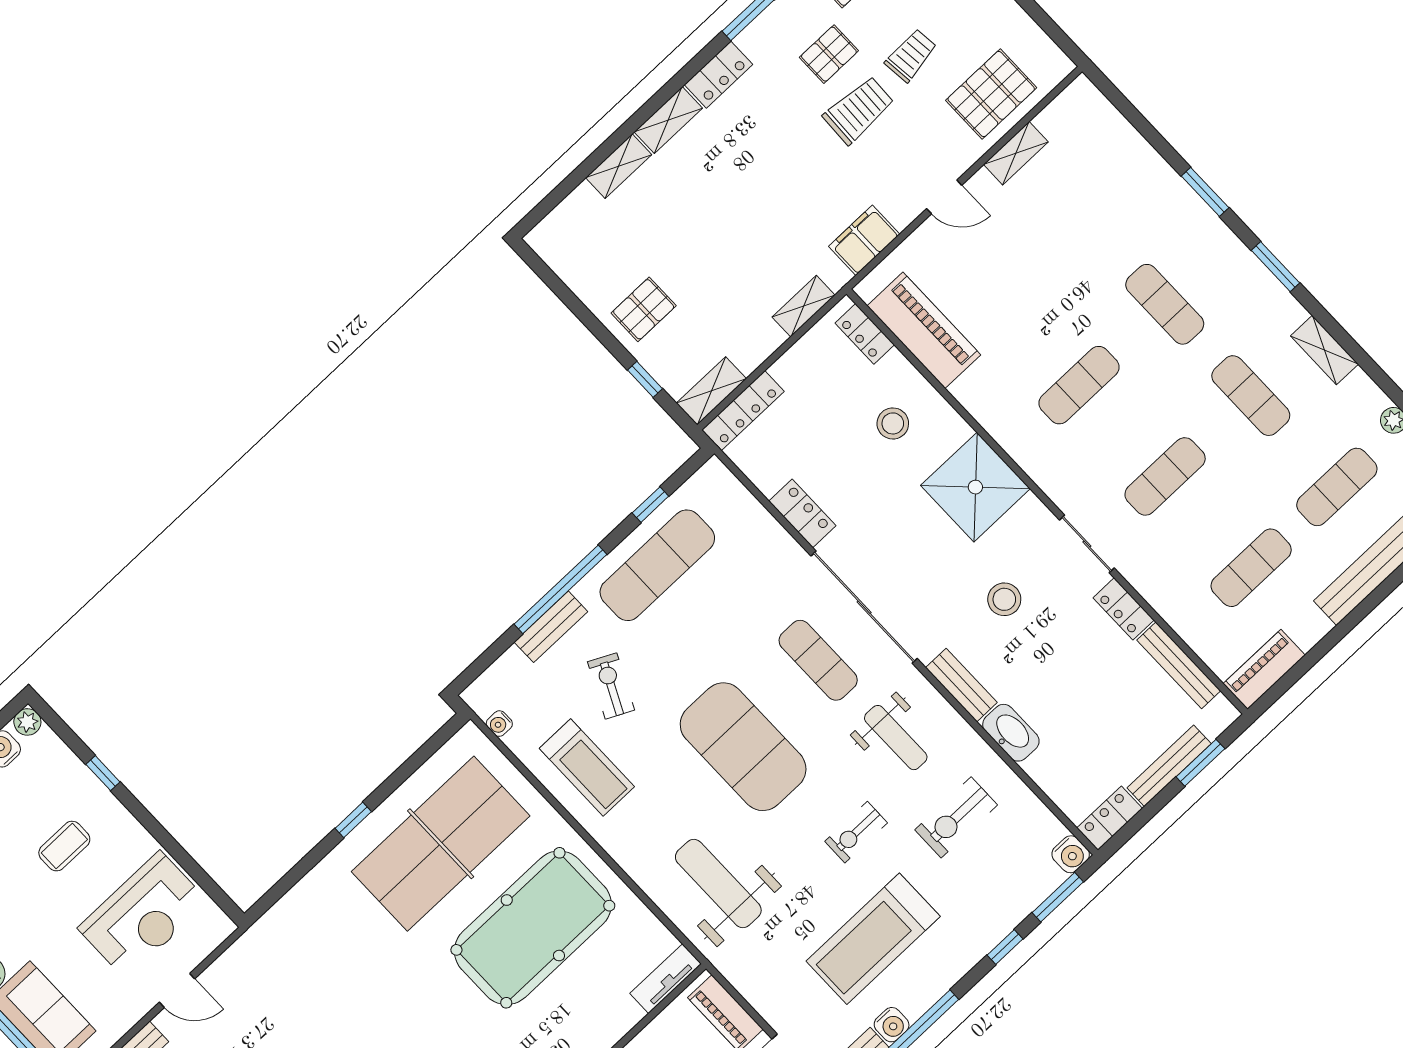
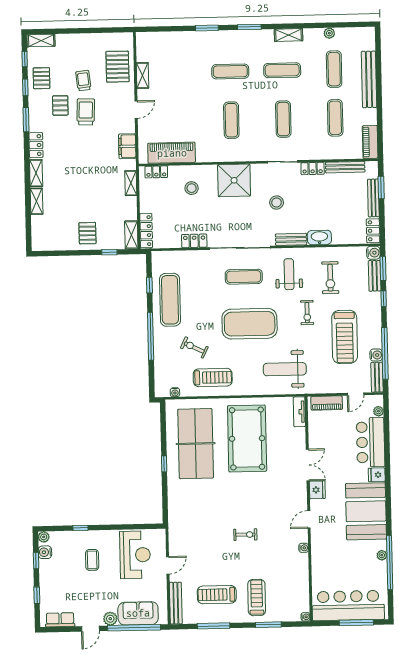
bench: (551, 627) -> (375, 276), moved
weight bench: (896, 738) -> (289, 274), turned -90

